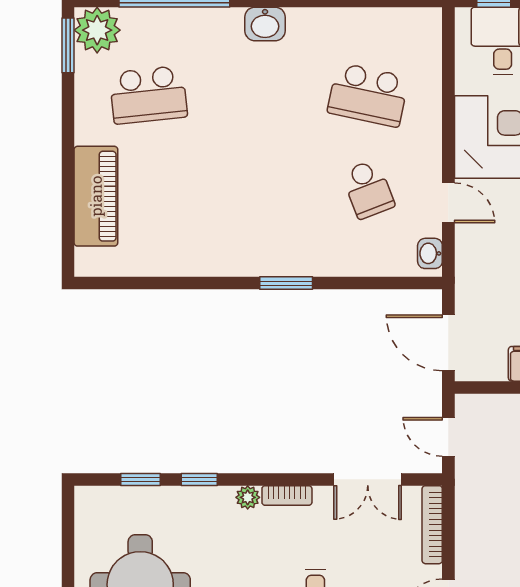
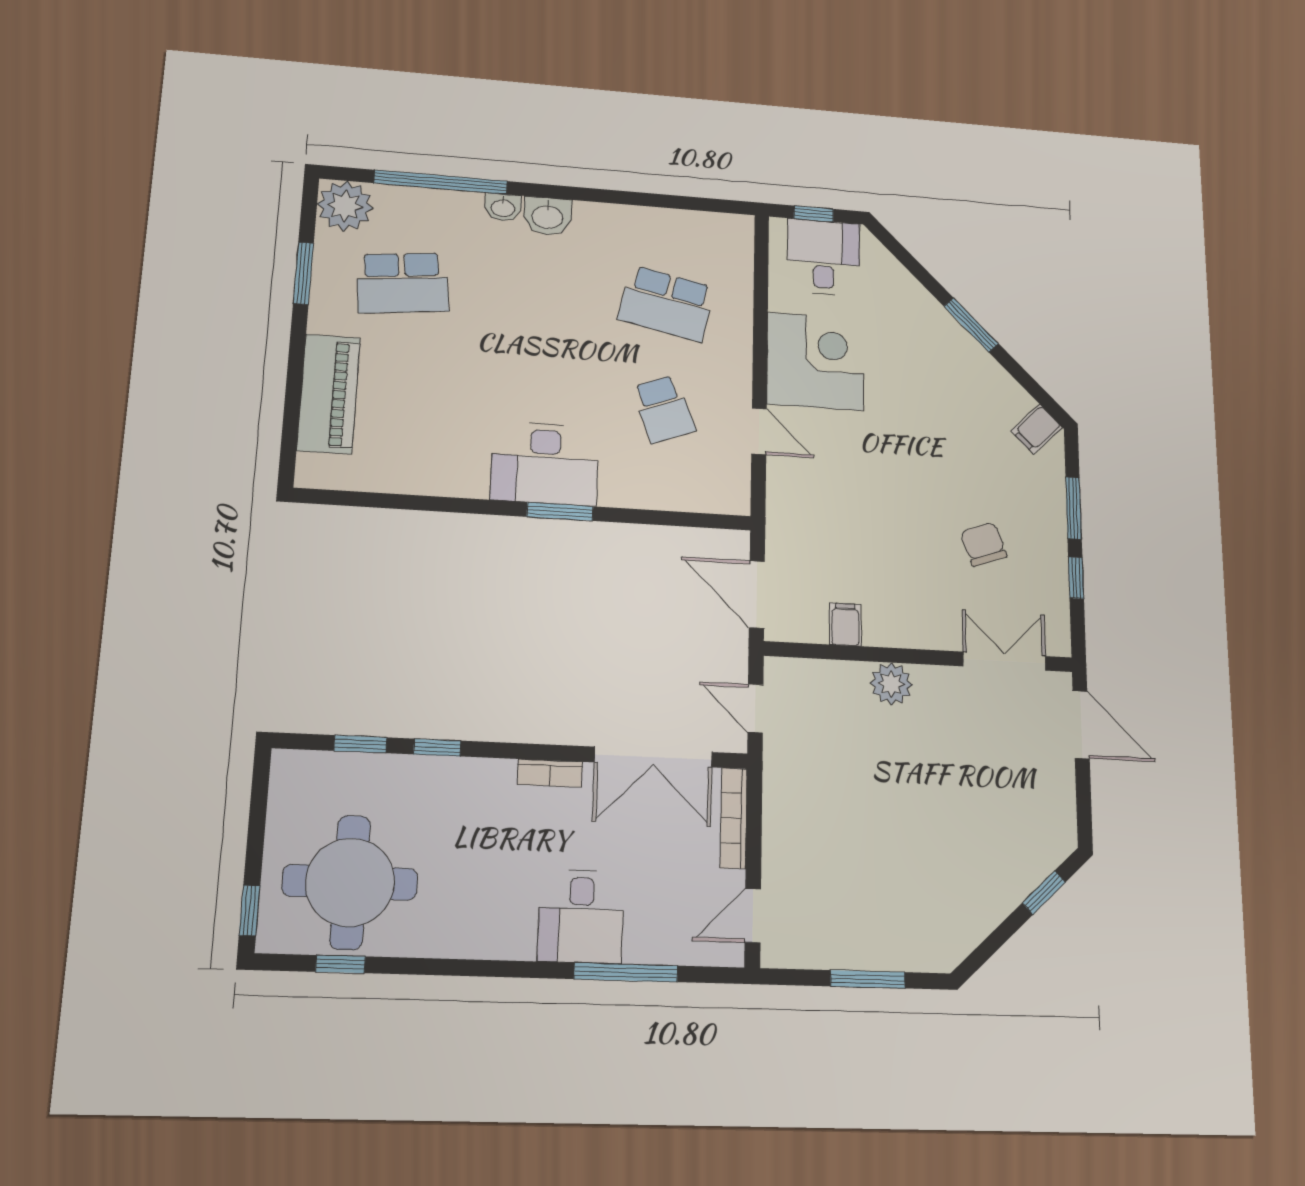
window: (68, 45) -> (303, 273), moved
desk: (272, 243) -> (545, 463), added
washbasin: (430, 253) -> (503, 207), moved, turned -90
double door: (368, 479) -> (653, 757), width x1.37
plant: (248, 497) -> (499, 773), removed

